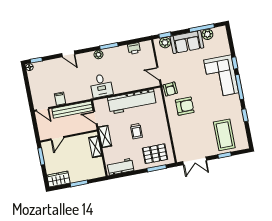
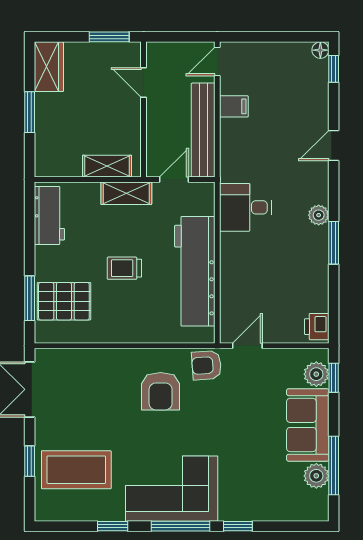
printer: (134, 48) -> (317, 327), moved
corner sofa: (221, 76) -> (172, 489), moved
pallet: (155, 154) -> (64, 301), turned 90

